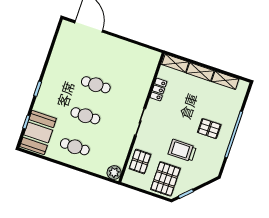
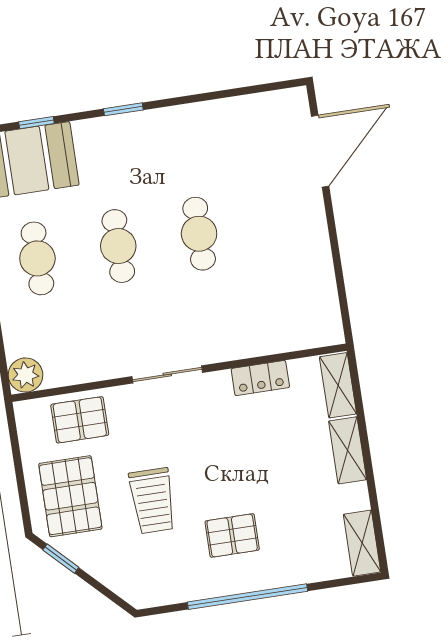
shelving: (225, 80) -> (362, 543), moved
pallet: (209, 129) -> (232, 535), turned 90
trolley: (182, 151) -> (153, 501), turned 180
pallet: (165, 179) -> (70, 496), turned 90

